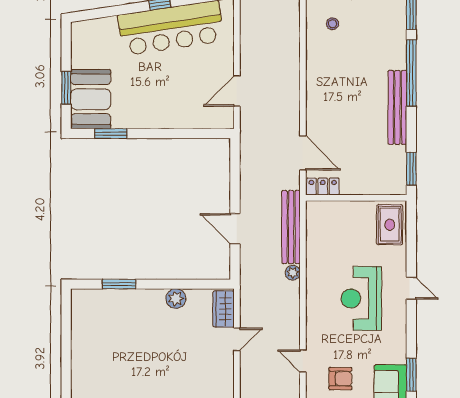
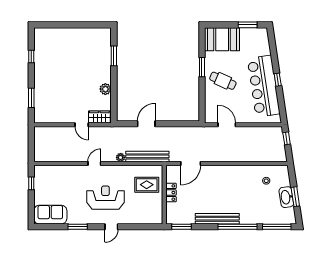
window: (66, 88) -> (248, 25), moved
cafe table: (162, 98) -> (223, 81), added
window: (111, 134) -> (202, 67), moved
locker: (323, 186) -> (171, 193), moved
rug: (390, 225) -> (147, 185), moved
door: (303, 361) -> (94, 163), moved
window: (411, 375) -> (78, 227), moved
armchair: (340, 379) -> (59, 185), removed

